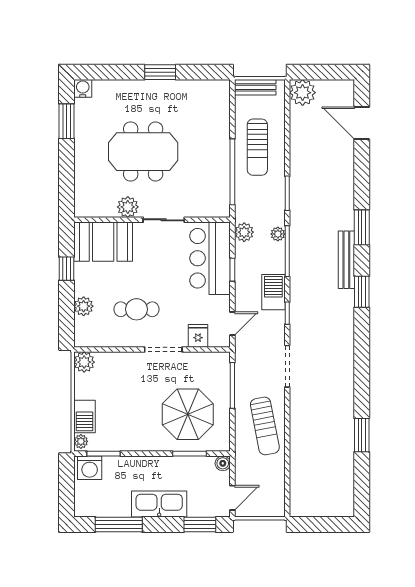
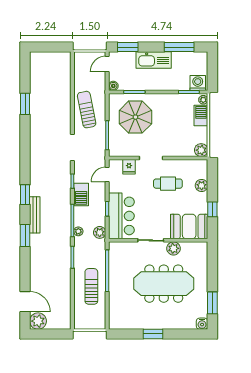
bench: (255, 87) -> (93, 324), removed
plant: (303, 93) -> (38, 321), moved
meeting table: (143, 152) -> (164, 284), width x1.36

